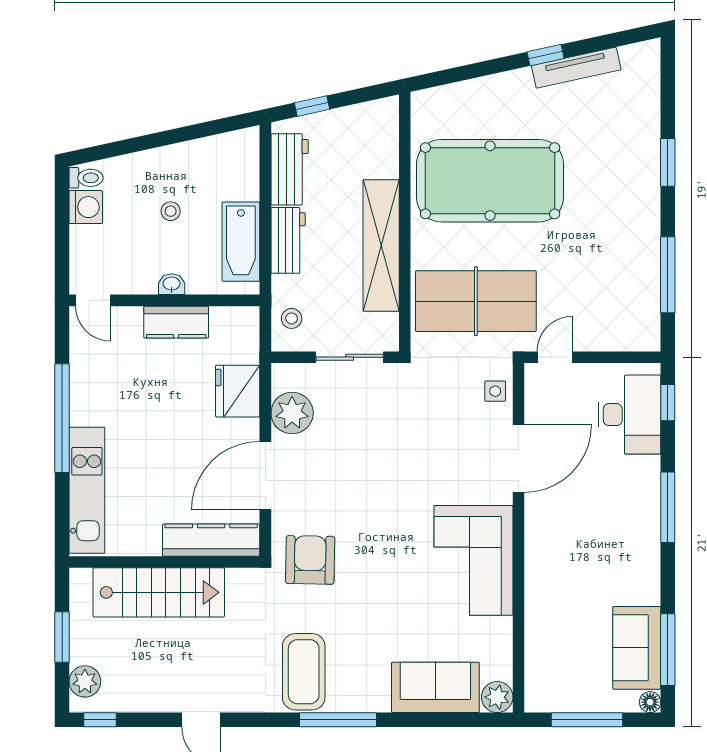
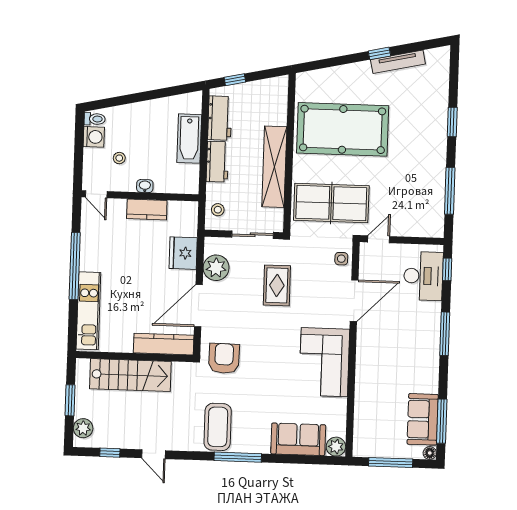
stool: (171, 211) -> (119, 158), moved
bathtub: (241, 242) -> (189, 139), moved
rug: (392, 438) -> (277, 285), added
window: (100, 720) -> (110, 453), moved

